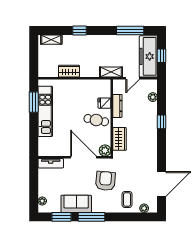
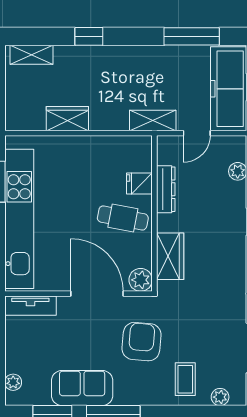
kitchen unit: (45, 111) -> (19, 219), width x1.36

